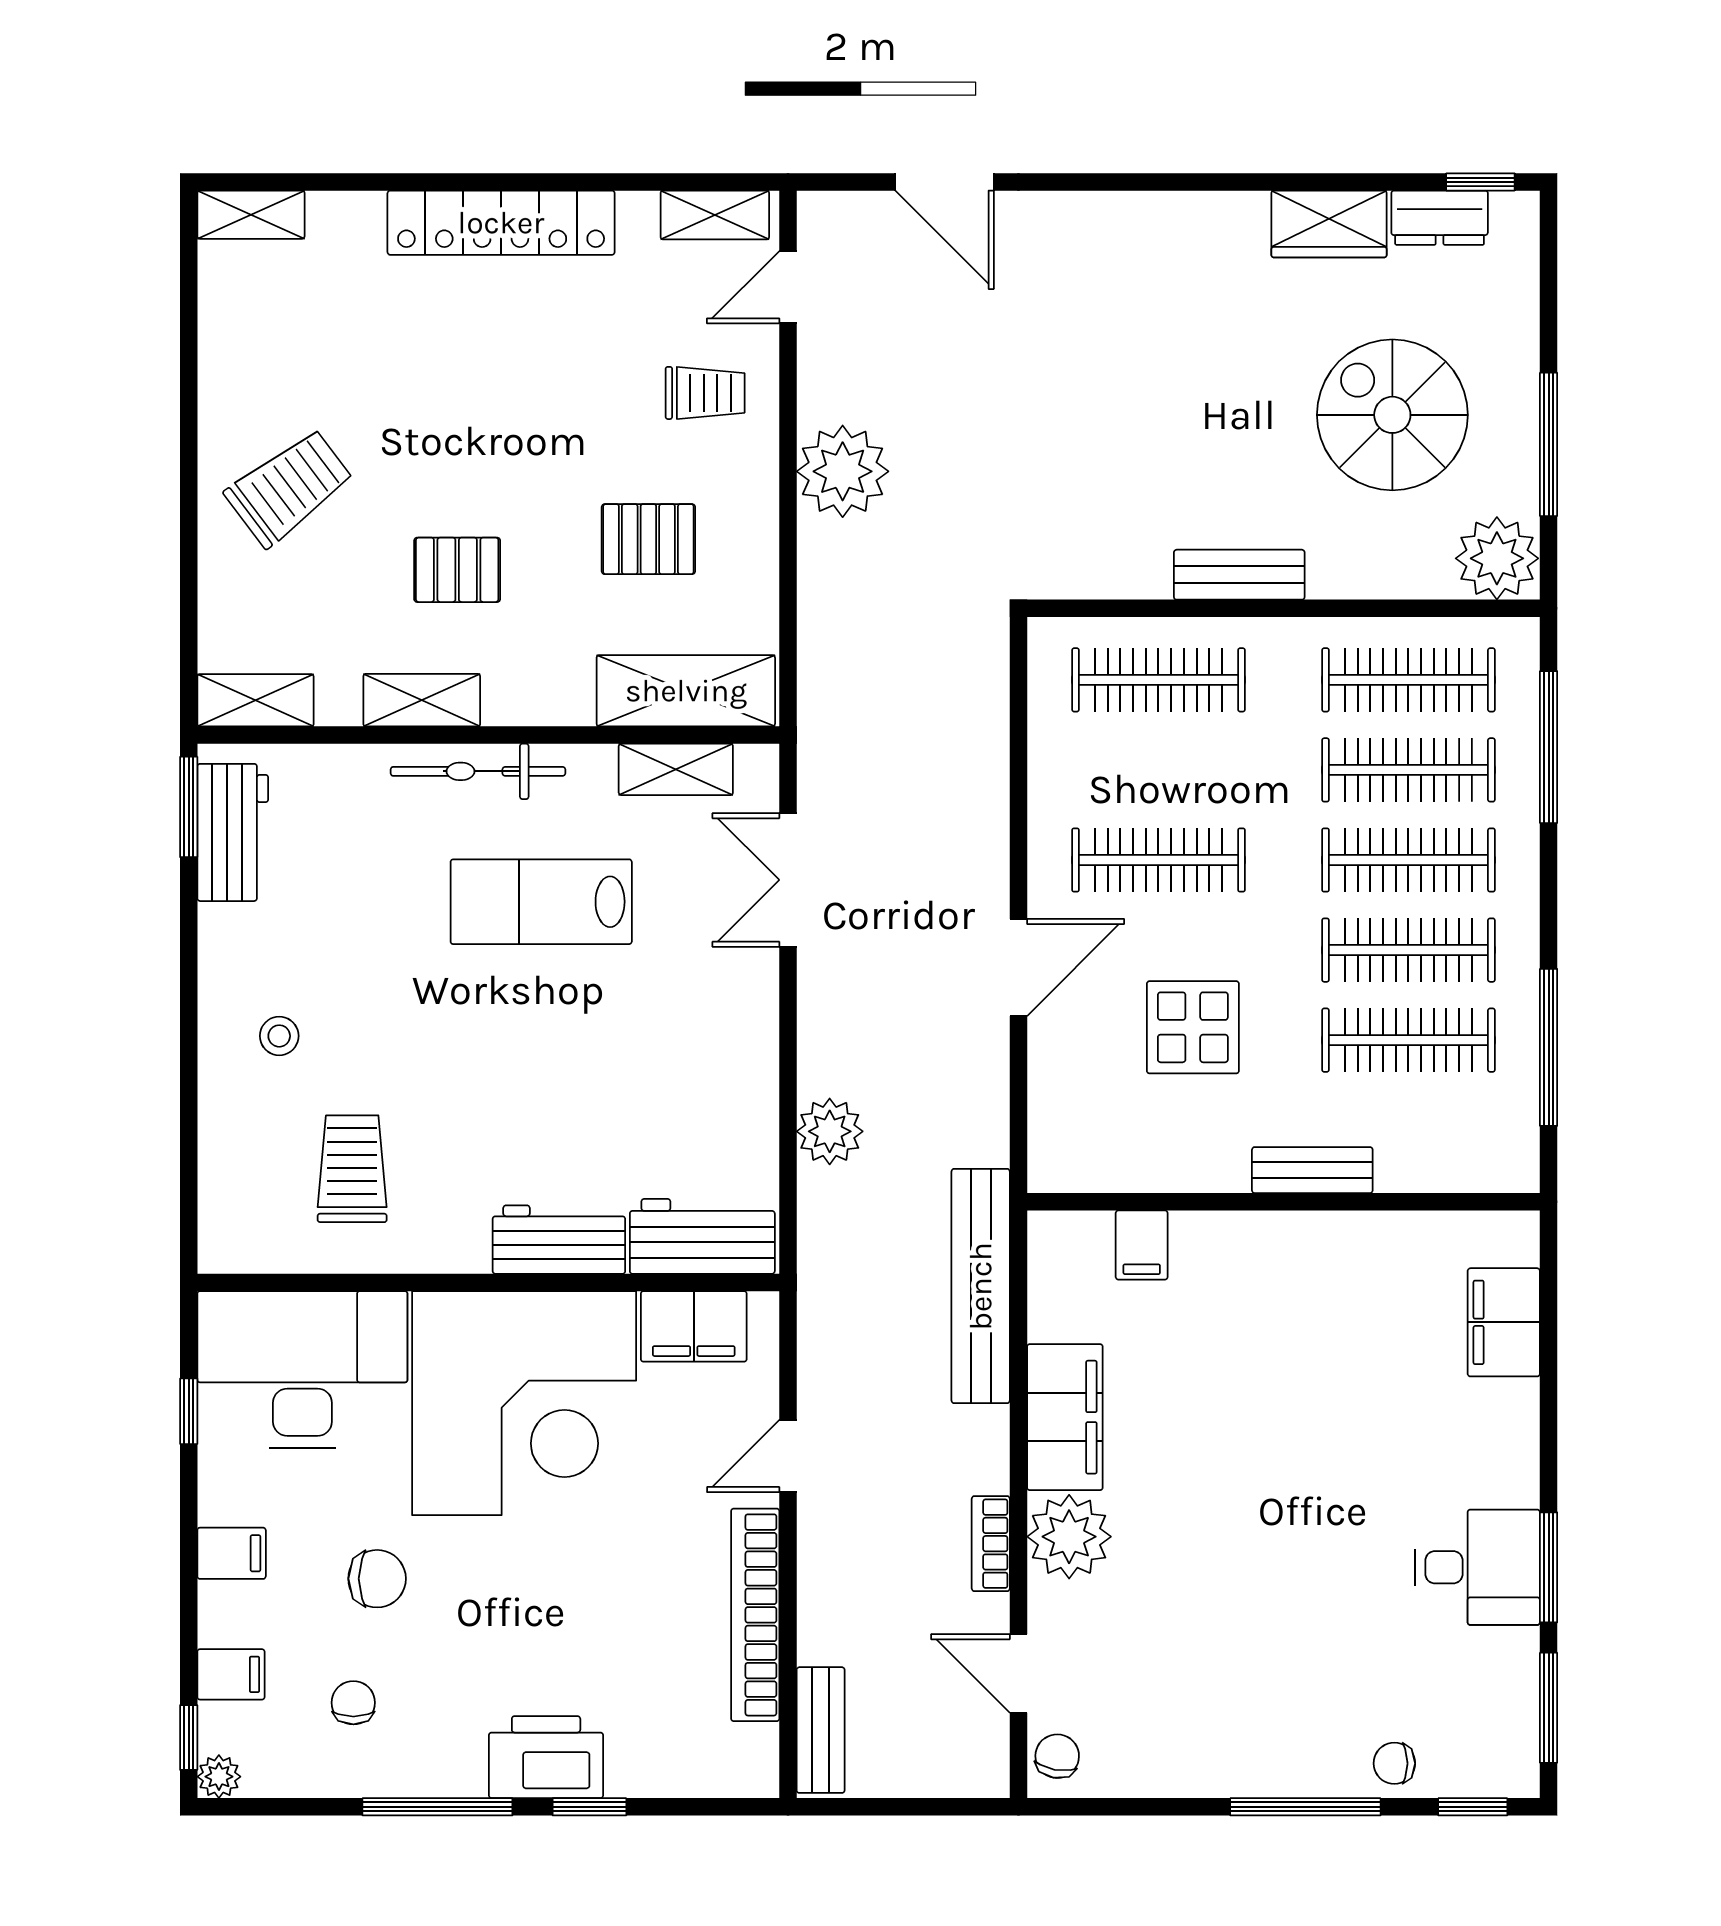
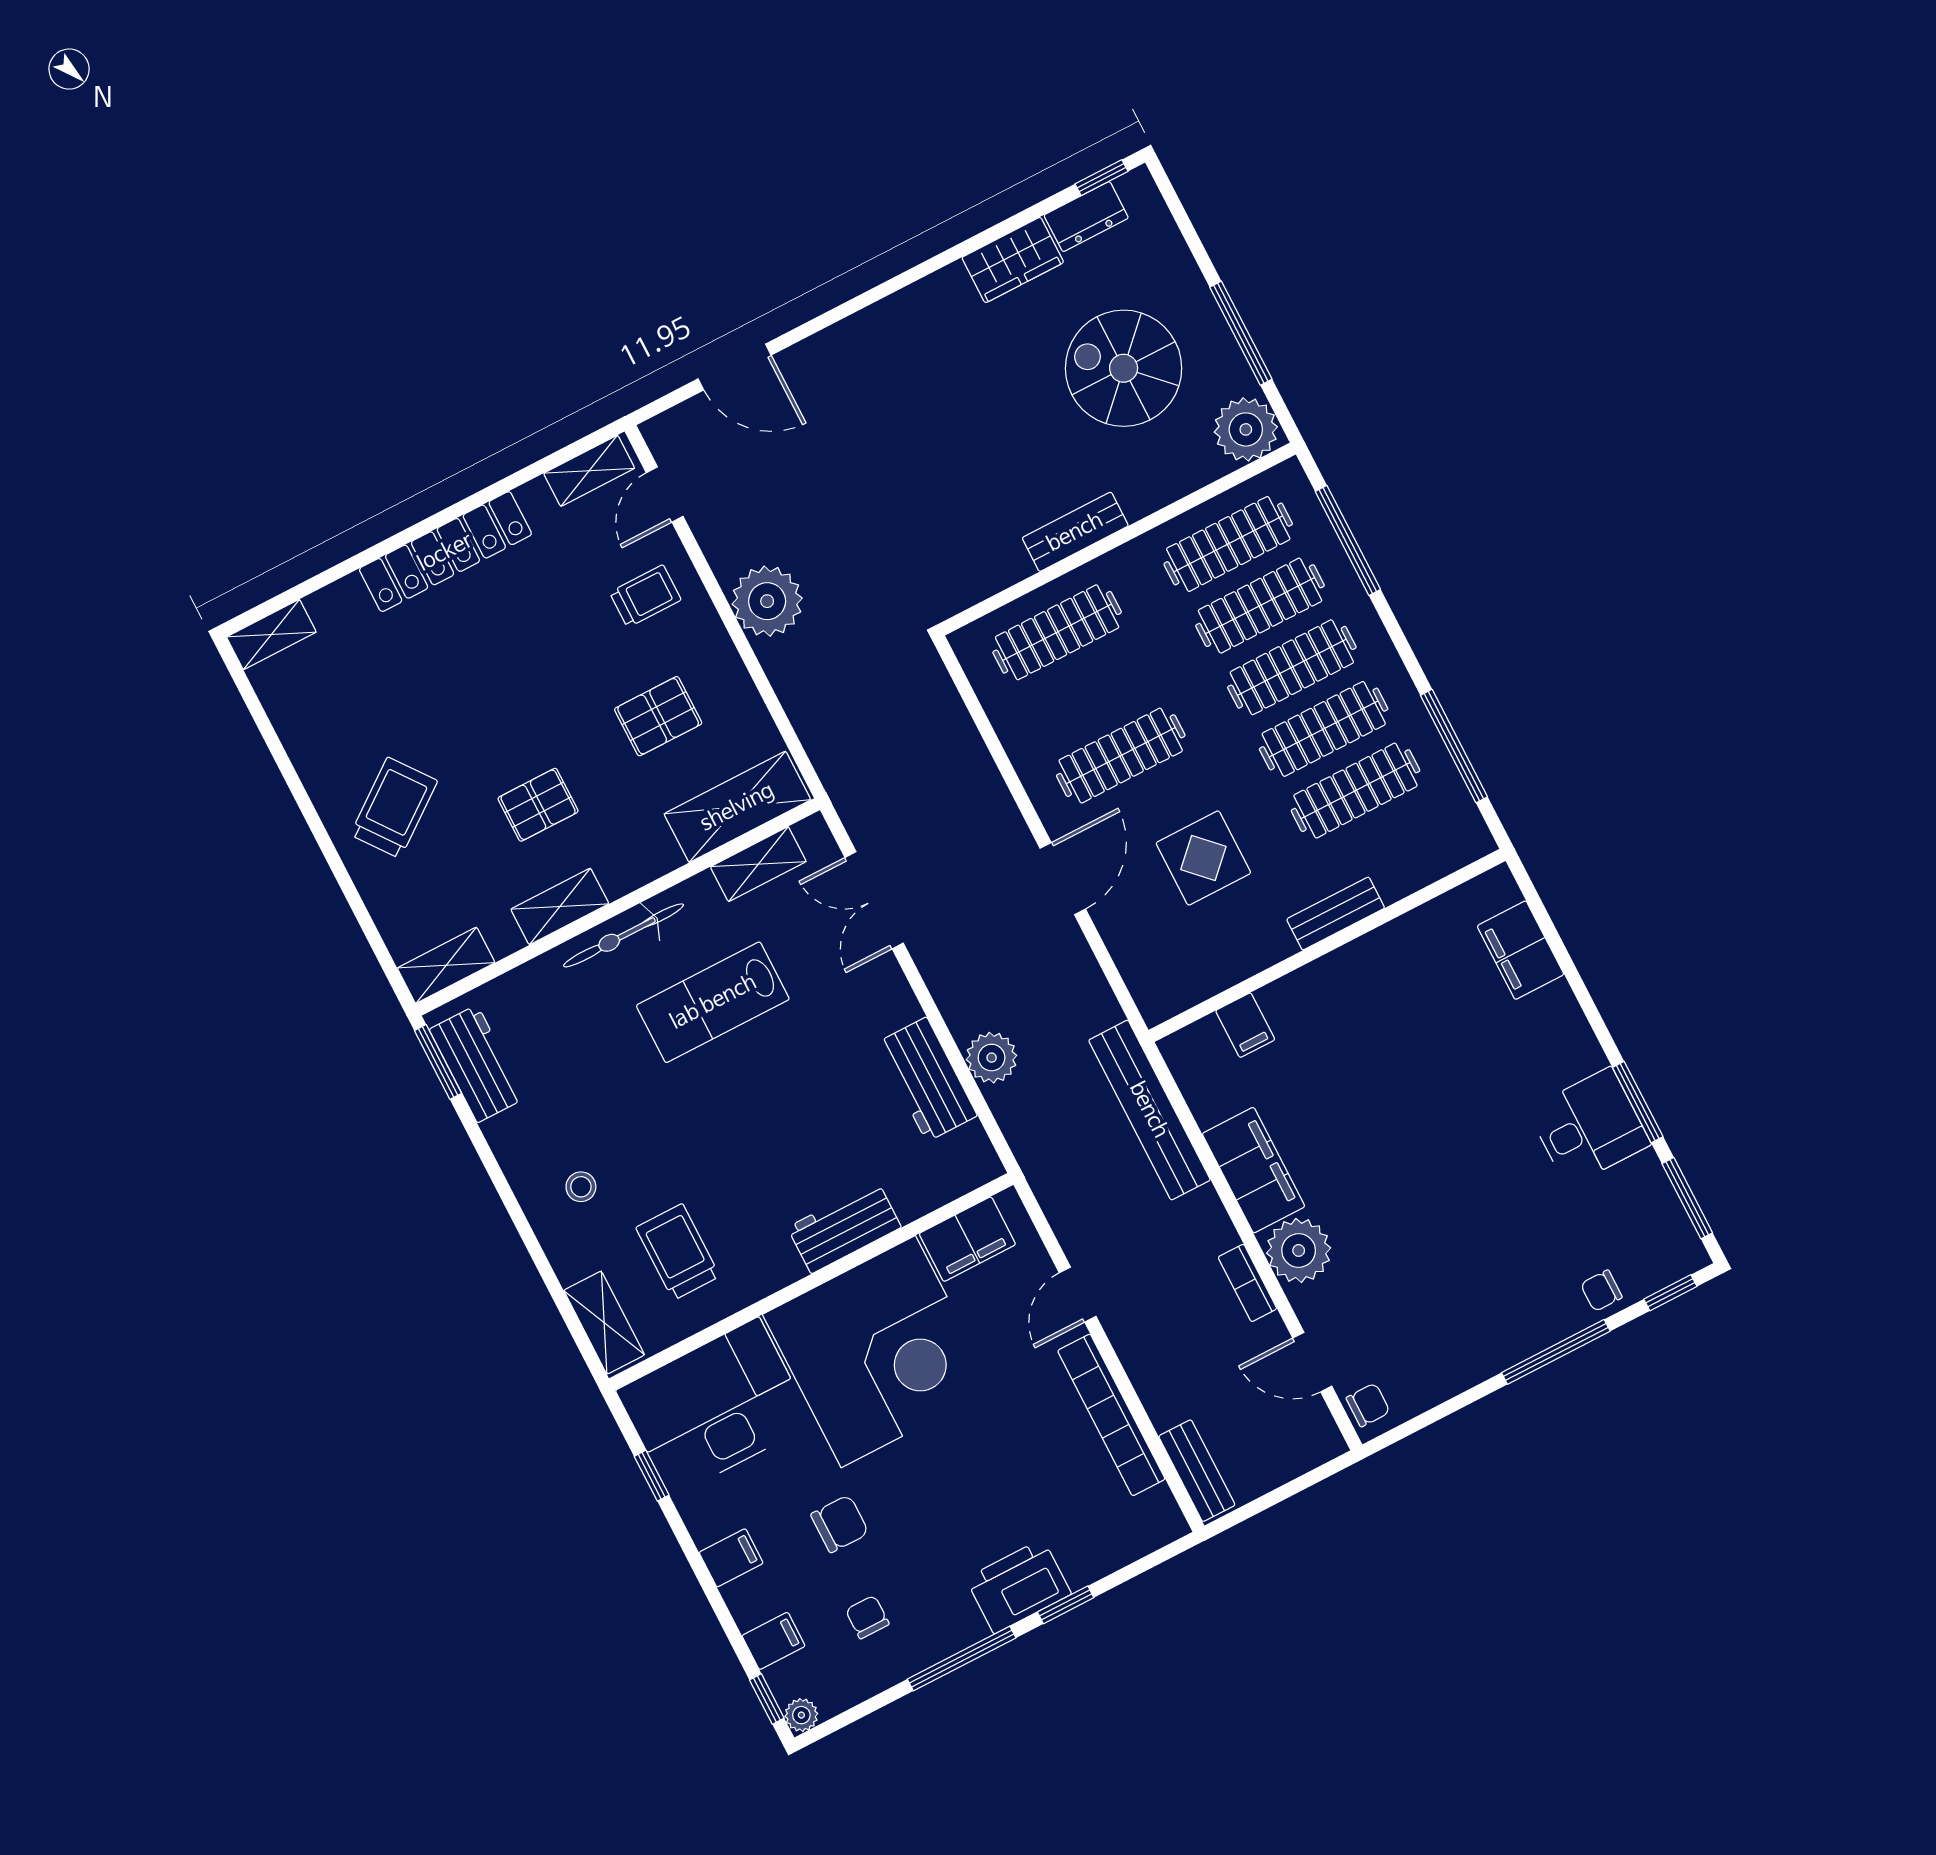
shelving: (225, 1206) -> (604, 1323), added
workbench: (702, 1236) -> (927, 1079), moved, turned -90
chair: (1057, 1756) -> (1368, 1405), turned 80

